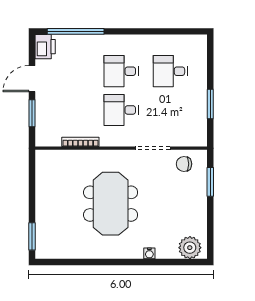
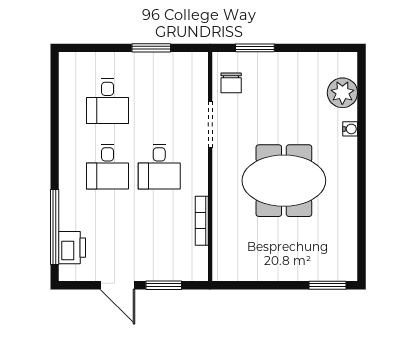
printer: (45, 47) -> (72, 248), moved, turned 90
plant: (190, 248) -> (342, 93), moved

